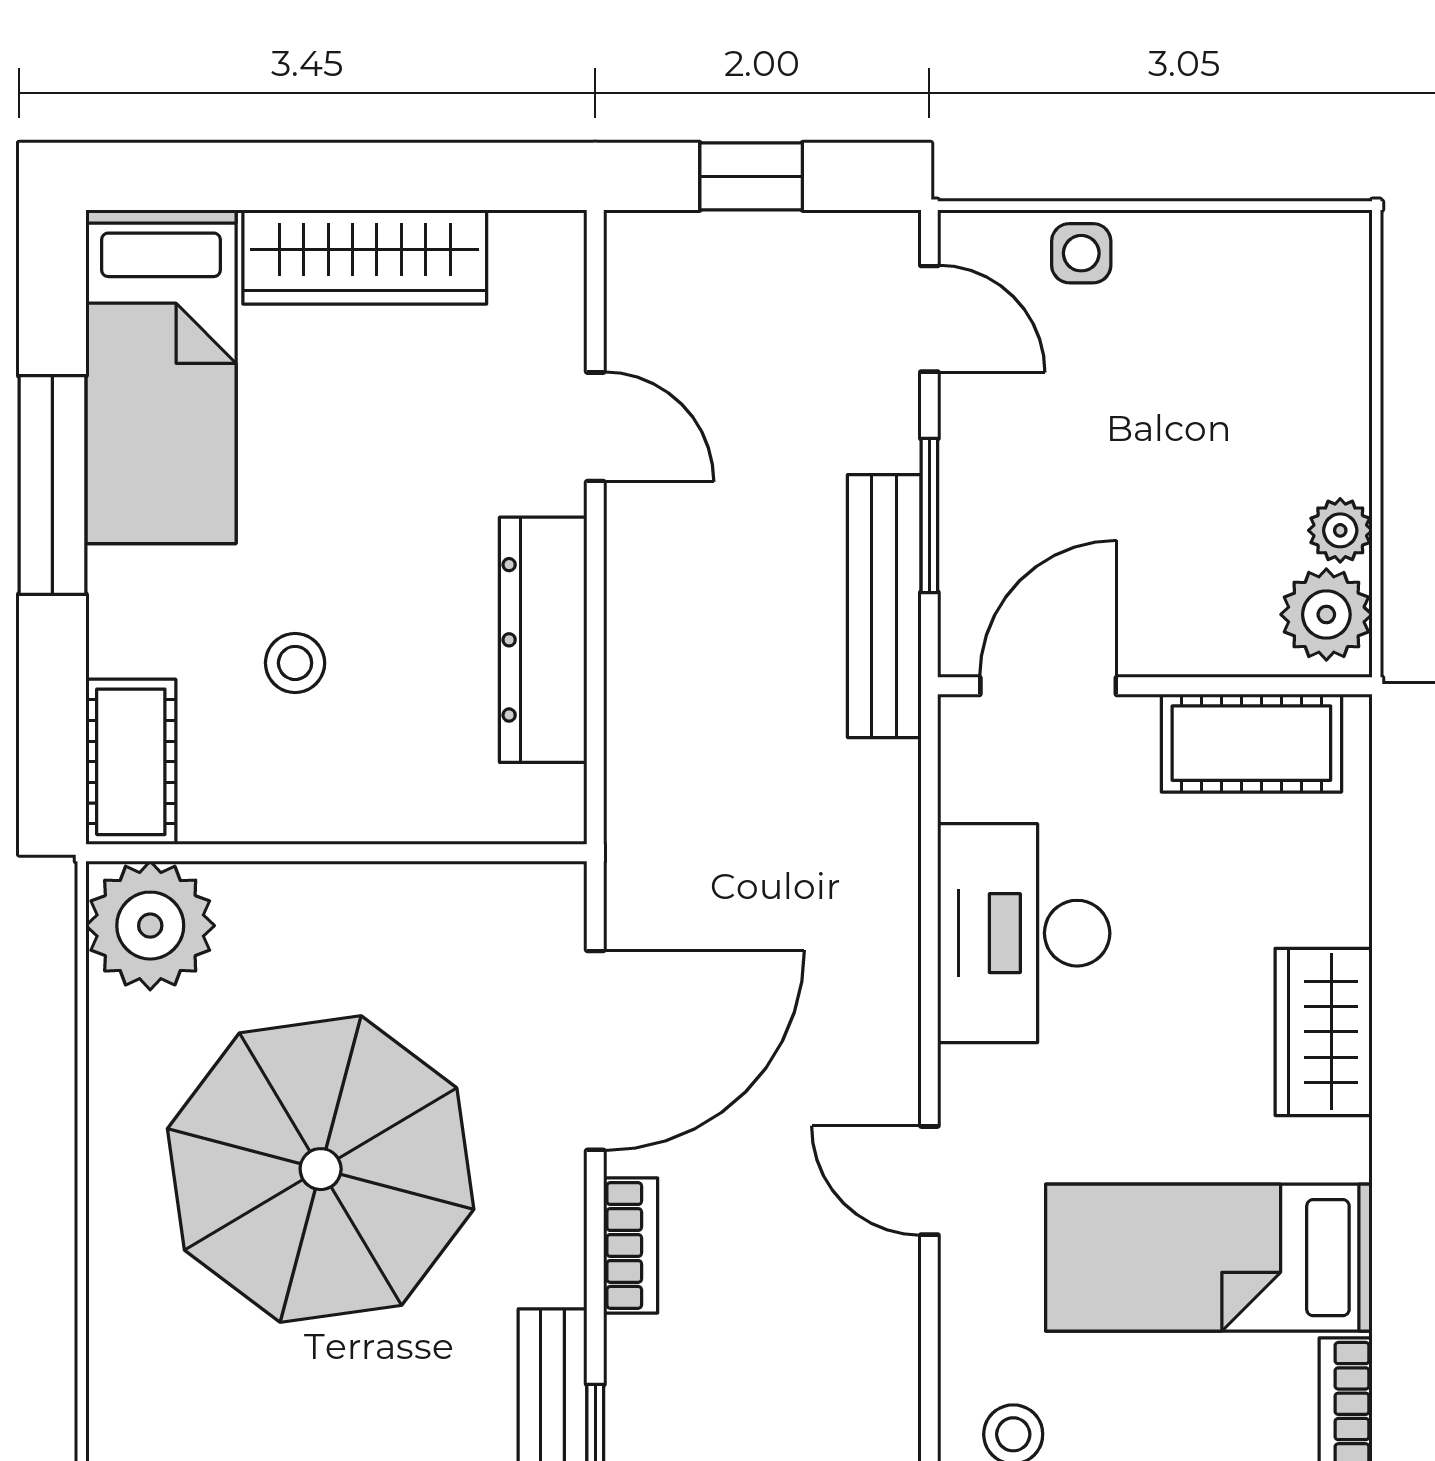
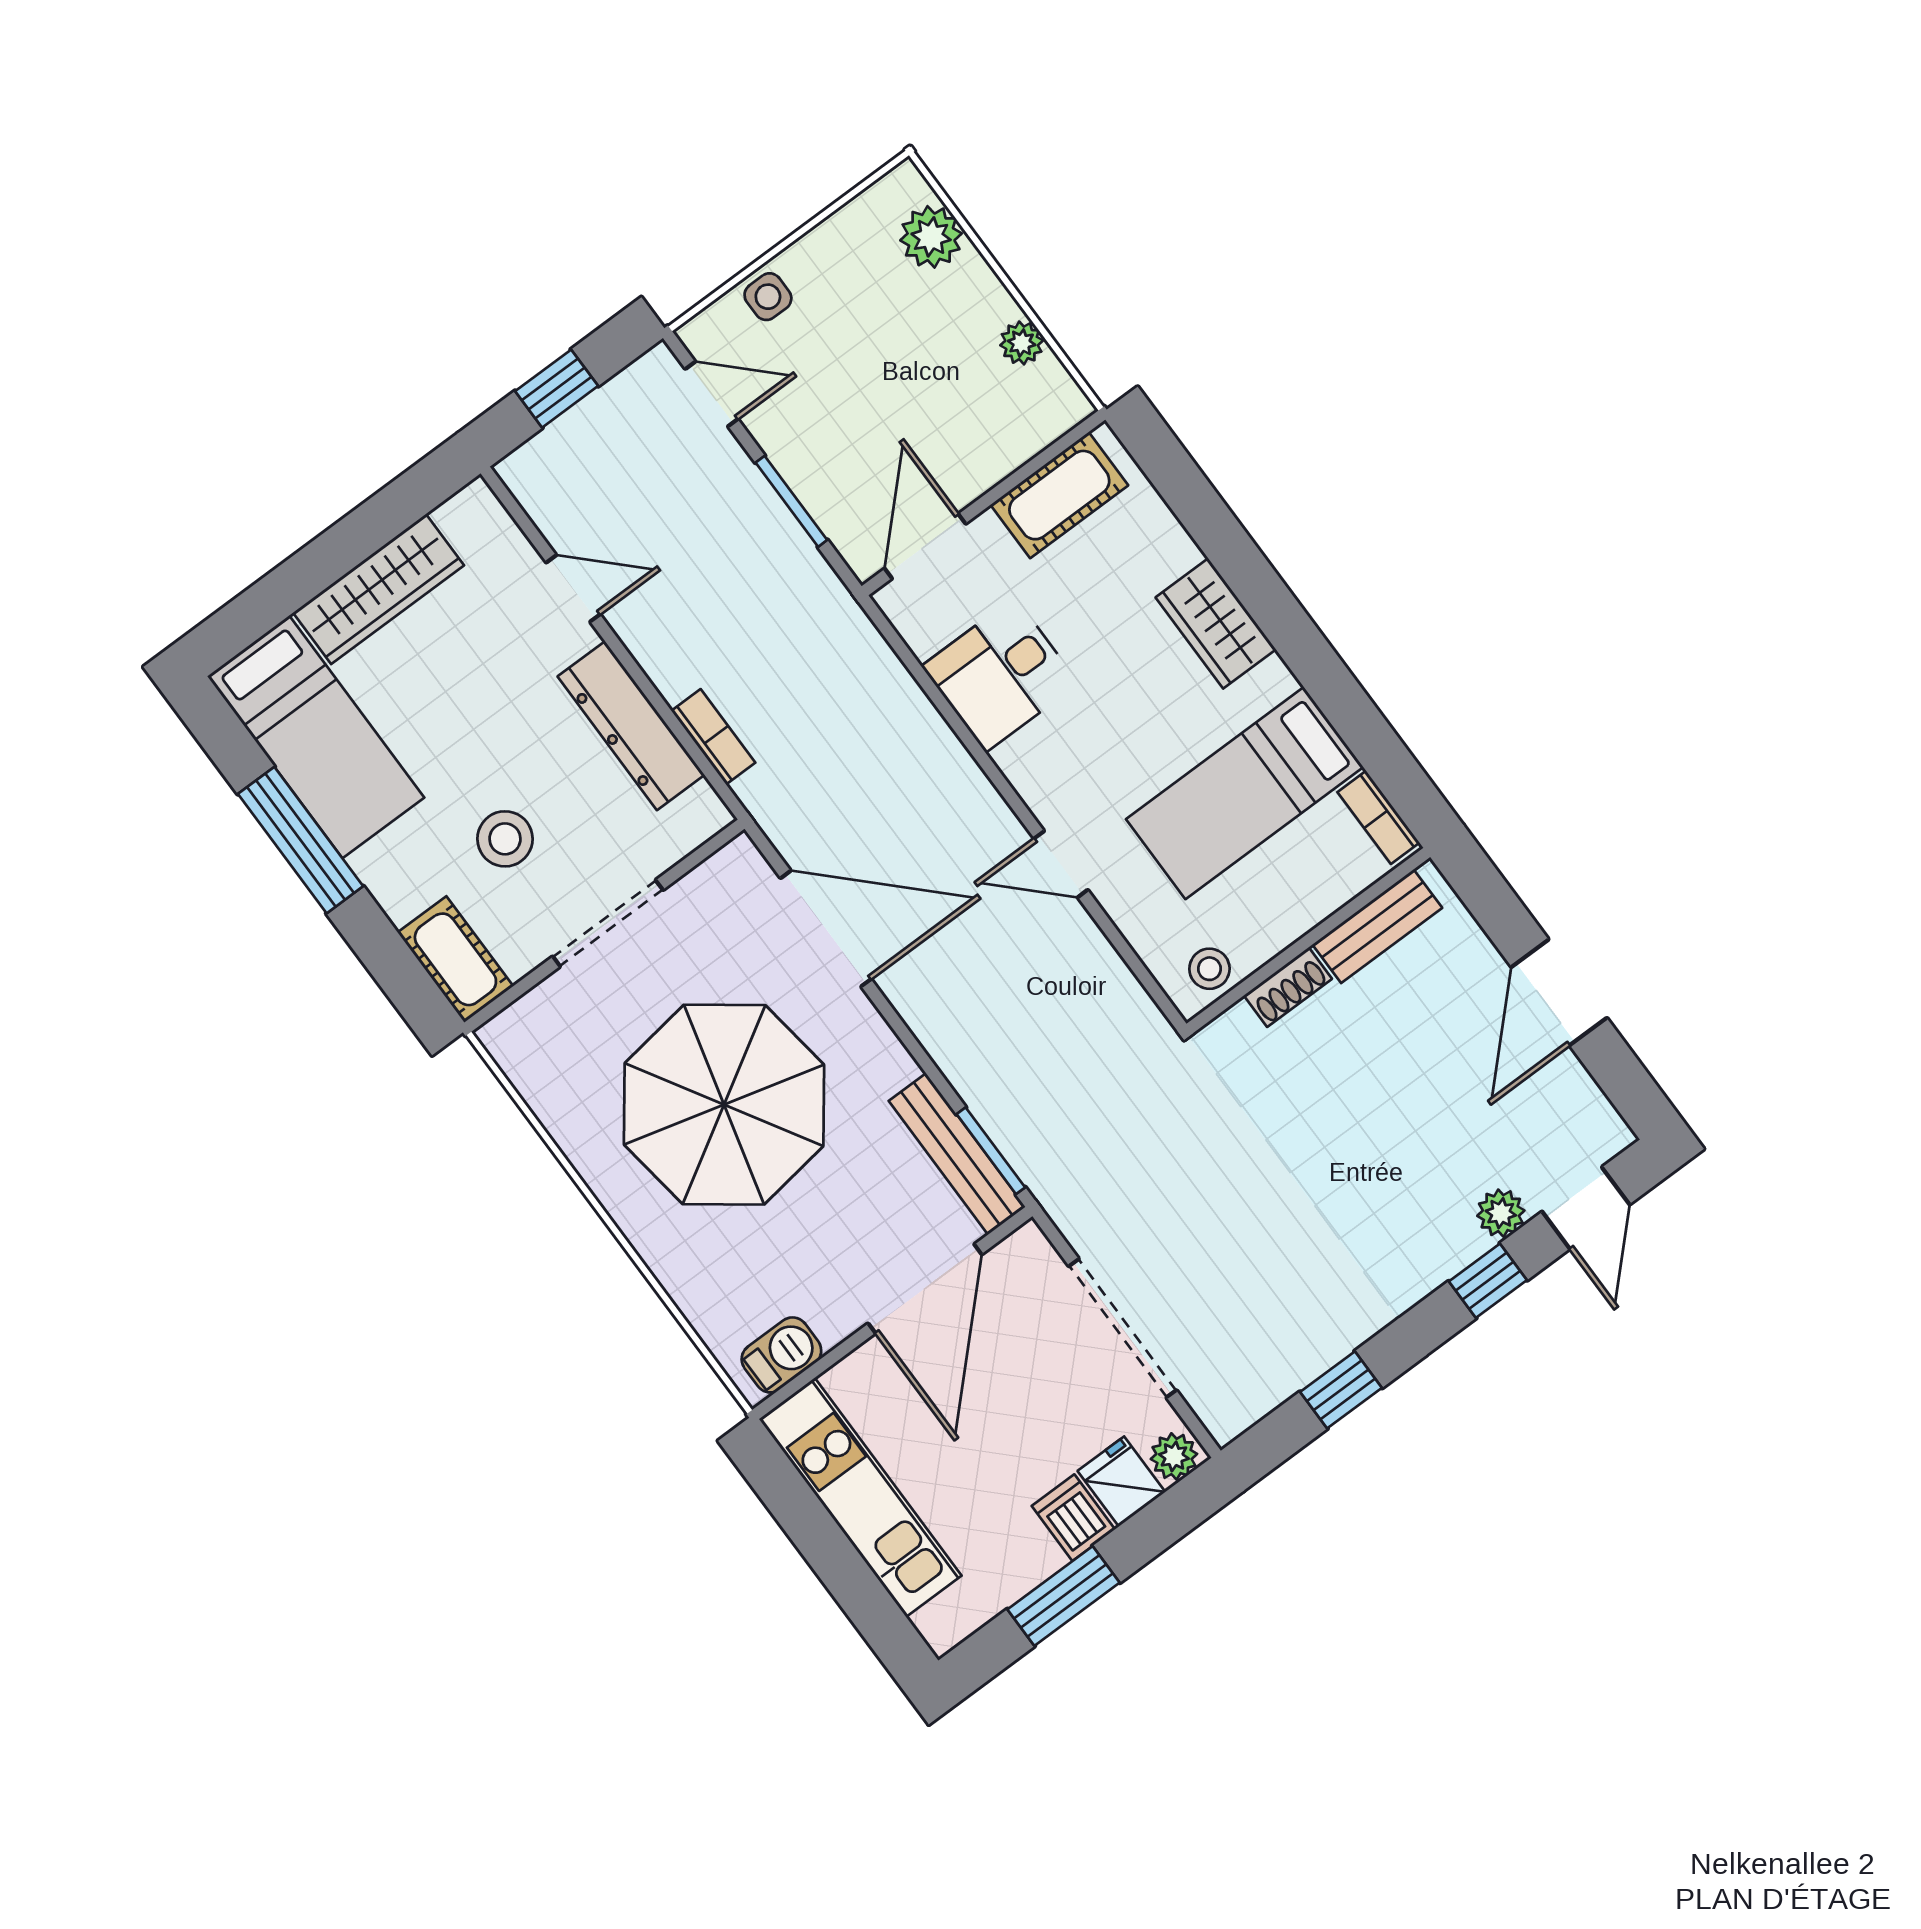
bench: (884, 606) -> (803, 569), removed
plant: (1326, 614) -> (931, 237), moved
stool: (295, 663) -> (505, 839), width x1.37, depth x1.37
doorway: (343, 853) -> (608, 923), added
plant: (150, 926) -> (532, 1041), removed
desk: (1024, 933) -> (1000, 675), width x0.73
door: (595, 1050) -> (826, 929), hinge flipped
bookcase: (631, 1245) -> (713, 737), moved

